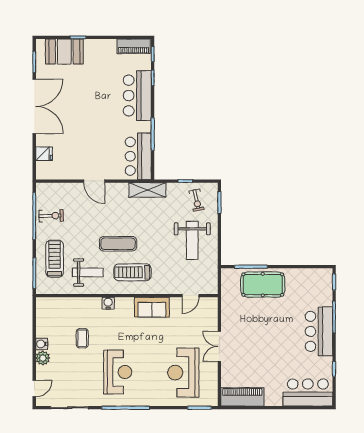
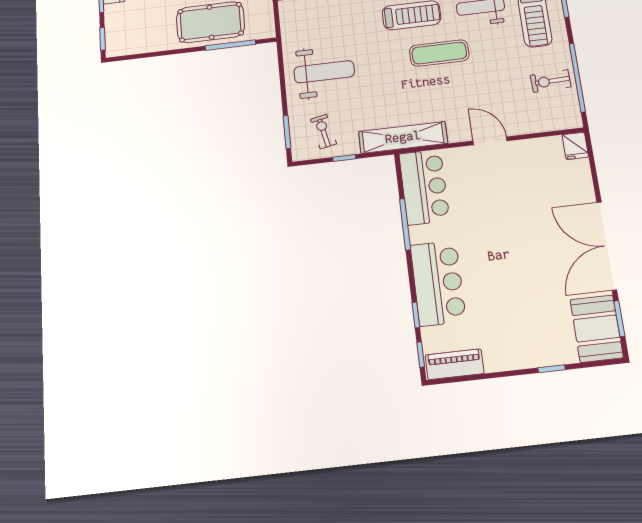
booth: (64, 52) -> (597, 329), moved, turned 90
fridge: (44, 154) -> (575, 146), moved, turned -90
shelving: (147, 190) -> (403, 137), width x1.47
weight bench: (192, 240) -> (324, 72), turned 90

